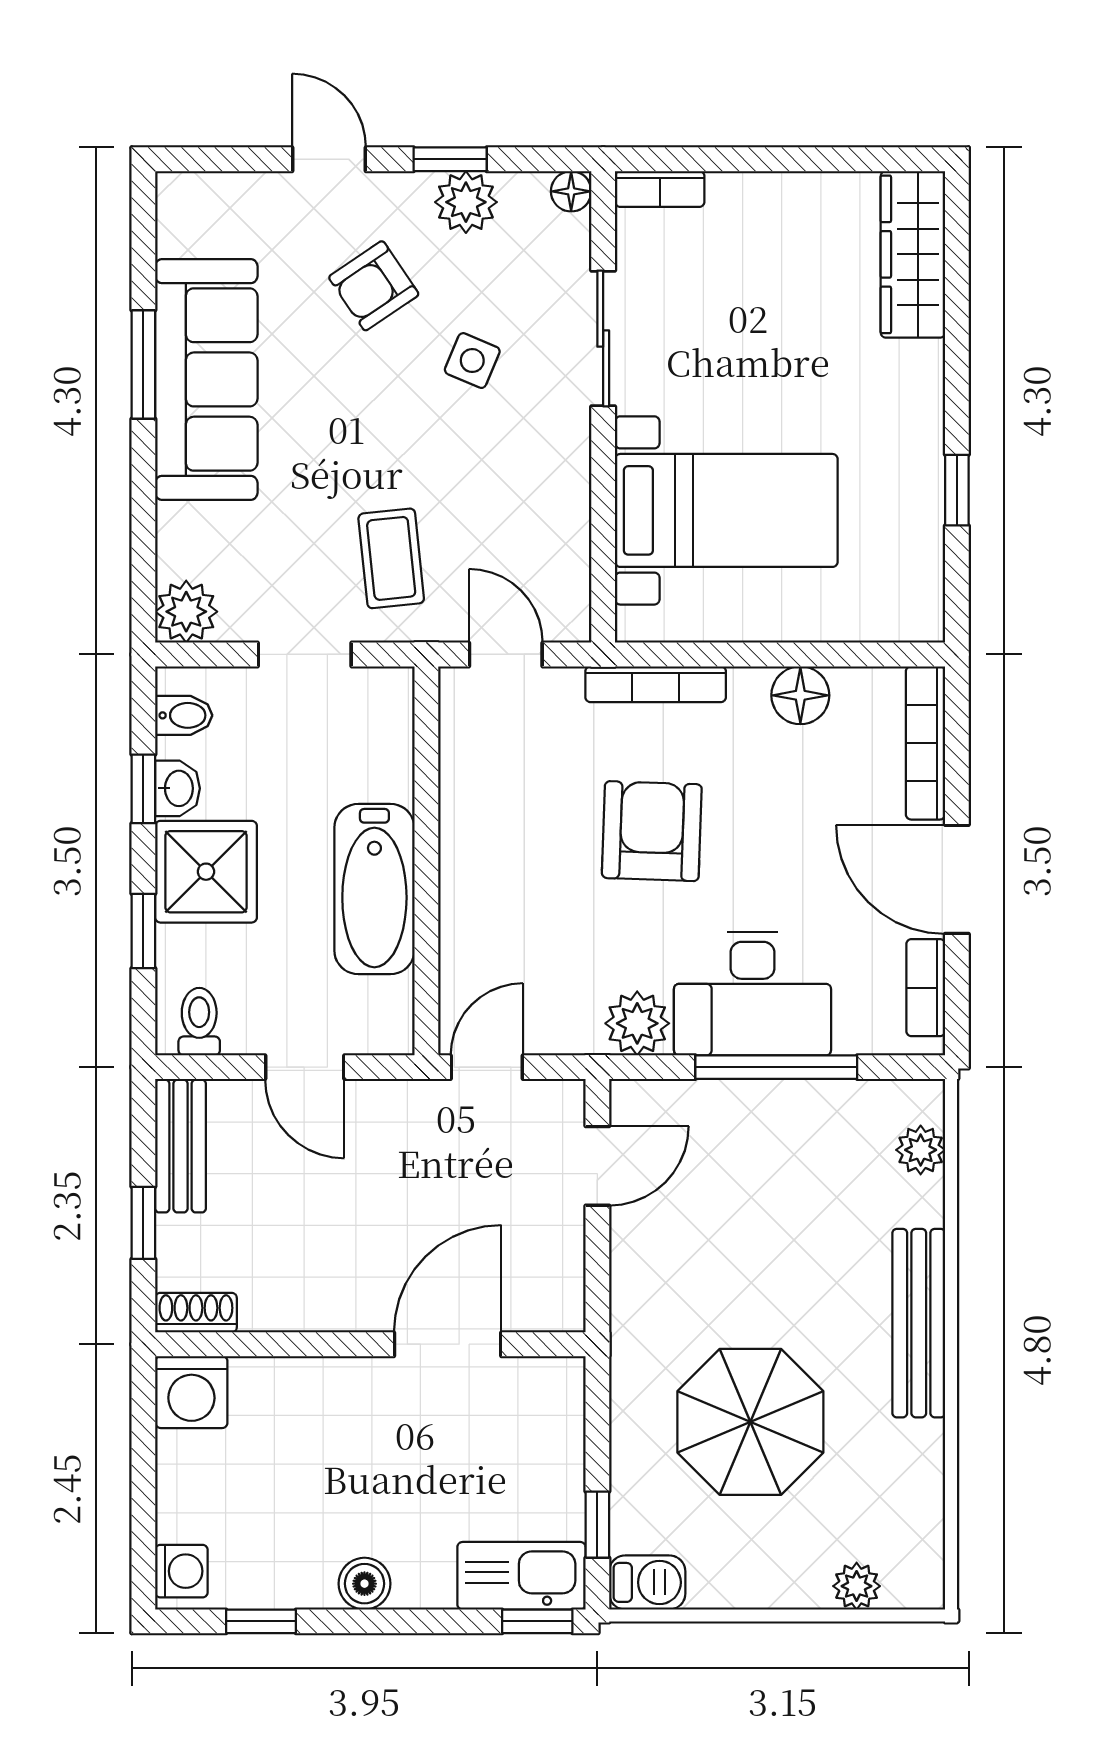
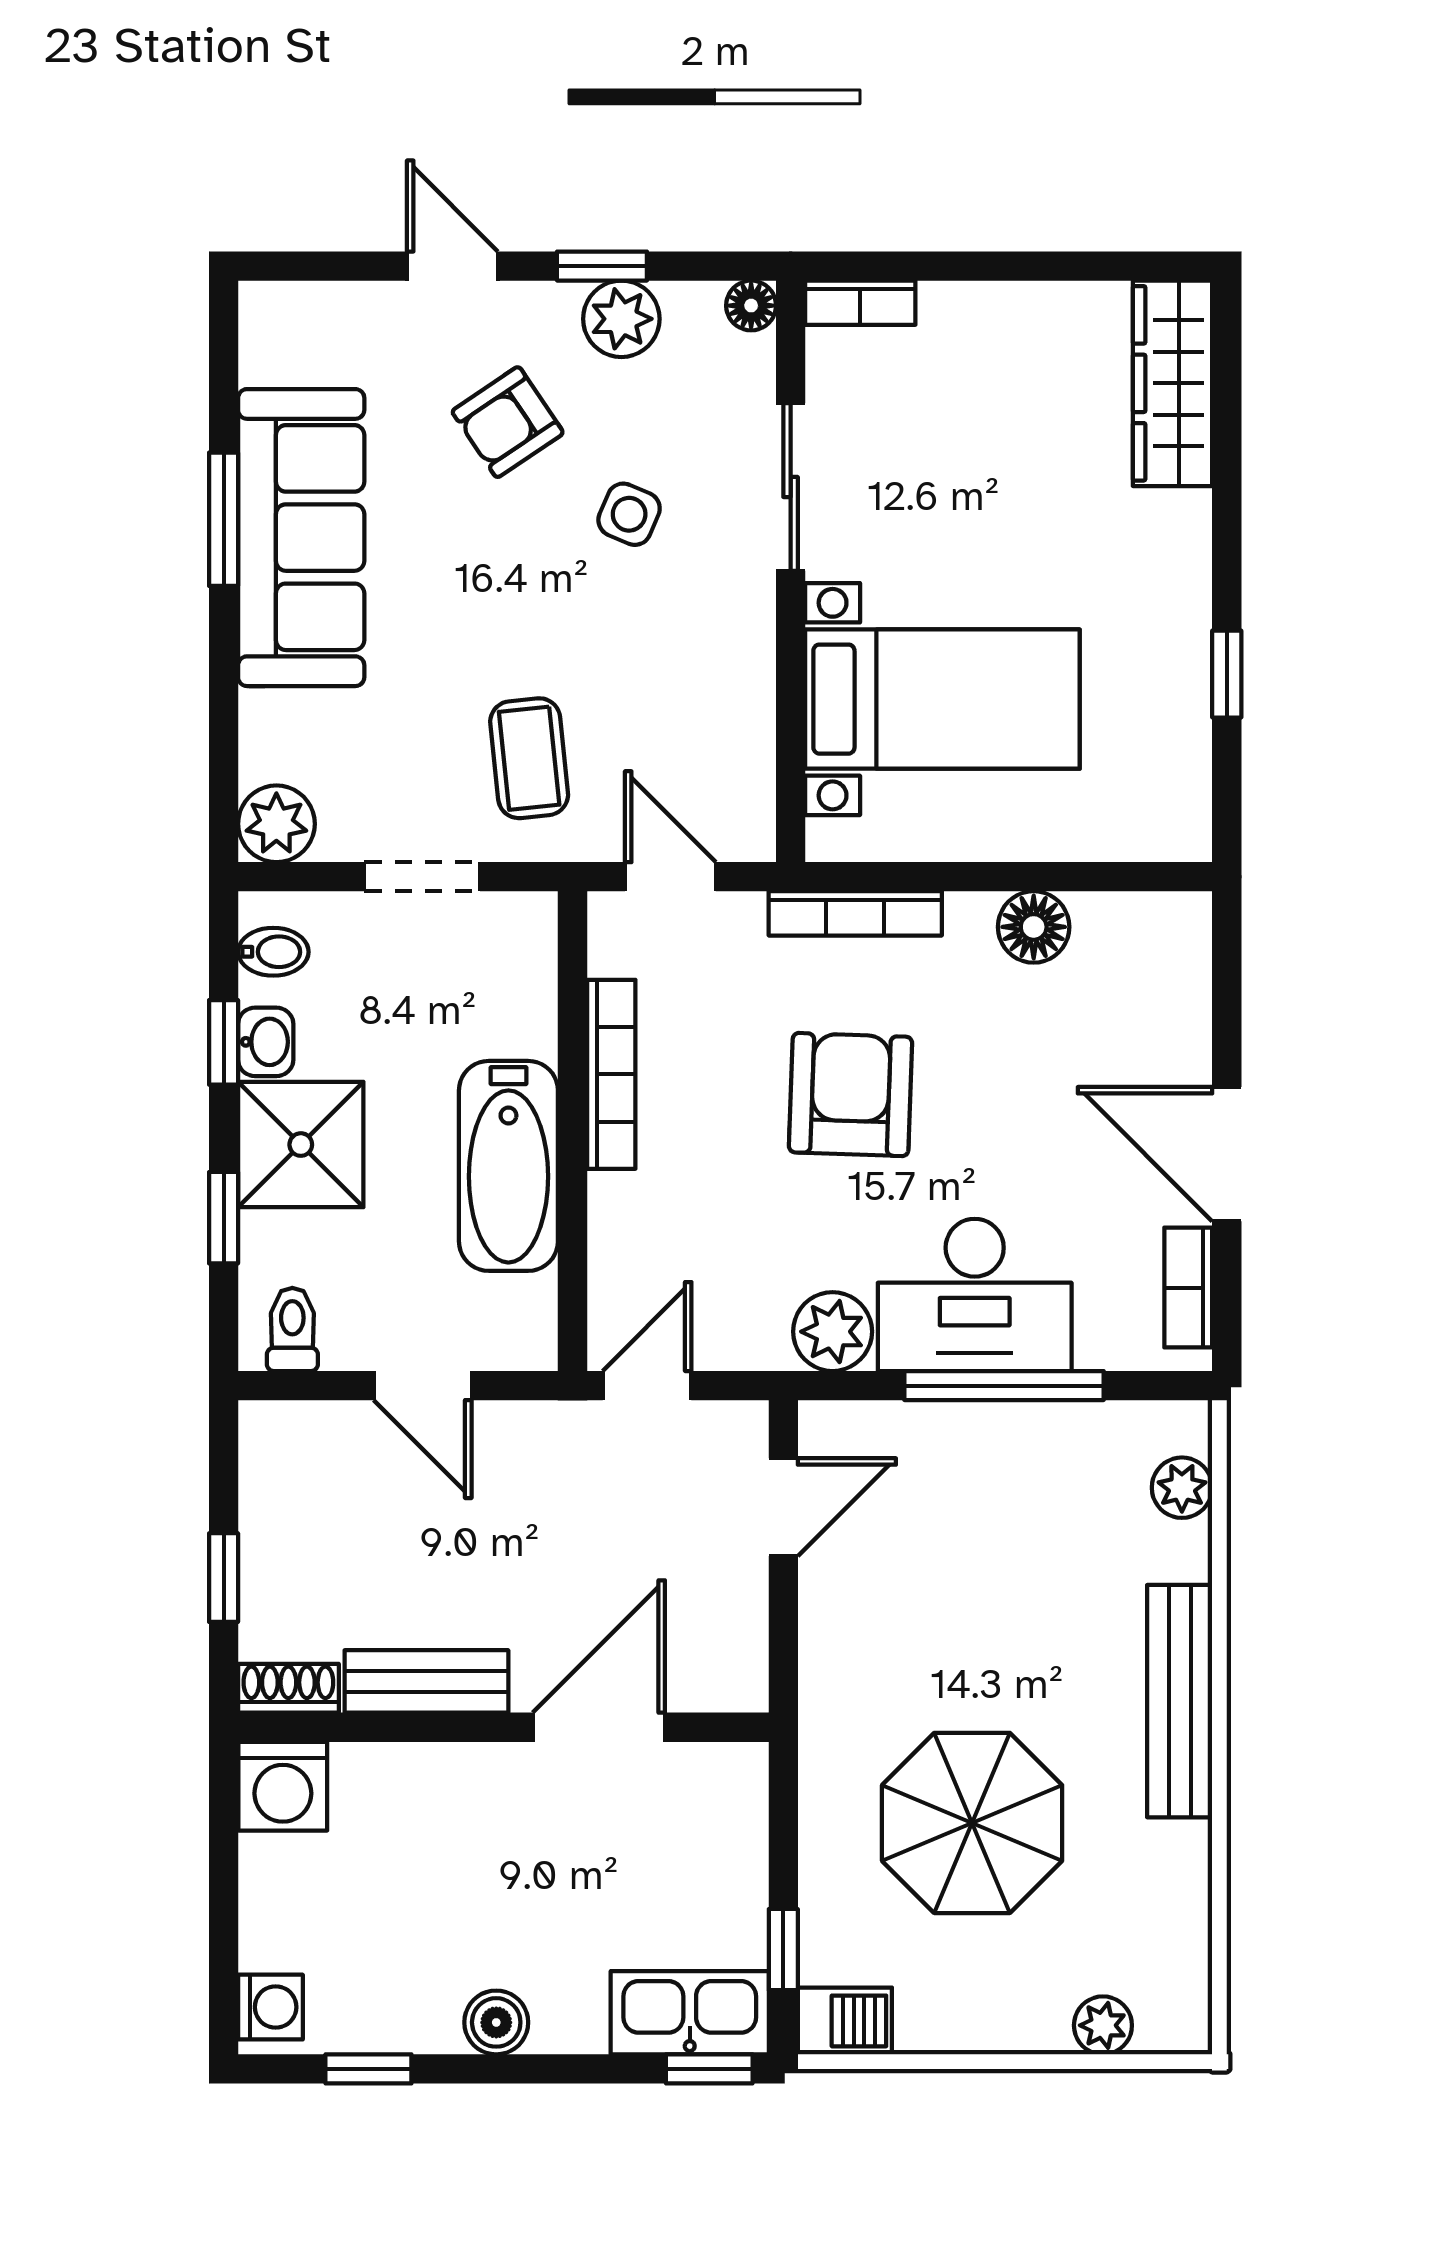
bookcase: (926, 743) -> (611, 1074), moved, turned 180
bench: (181, 1146) -> (426, 1681), moved, turned 90

